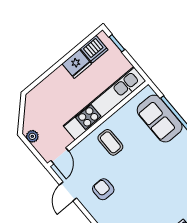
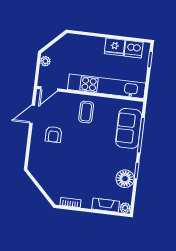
armchair: (103, 189) -> (54, 134), turned 180

